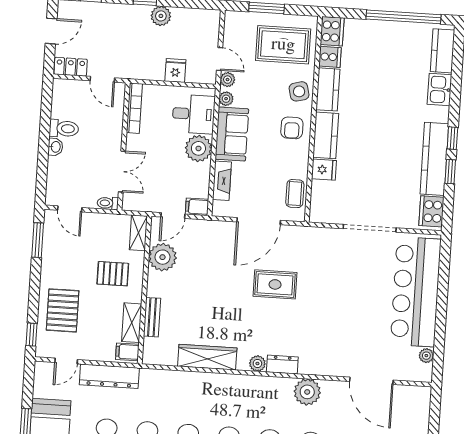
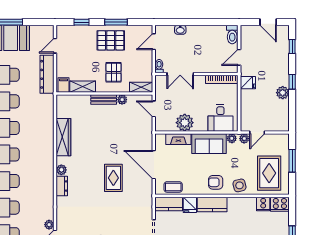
locker: (71, 67) -> (246, 36), removed
fridge: (175, 71) -> (248, 83), moved
kitchen counter: (328, 89) -> (169, 204), moved
toilet: (64, 129) -> (232, 35), moved
washbasin: (55, 147) -> (180, 30), moved
plant: (198, 148) -> (185, 123), moved
filing cabinet: (197, 207) -> (160, 124), removed
window: (38, 240) -> (116, 22), moved
plant: (163, 257) -> (122, 100), width x0.53, depth x0.53
pallet: (63, 310) -> (111, 40), moved
bench: (152, 317) -> (104, 100), moved
window: (31, 335) -> (81, 22), moved
door: (66, 361) -> (55, 46), hinge flipped
plant: (307, 392) -> (49, 225), moved, width x0.53, depth x0.53

